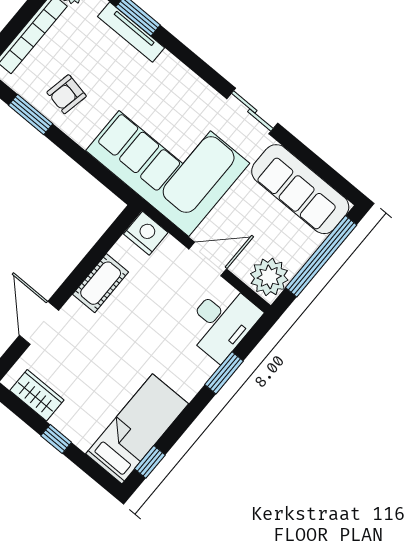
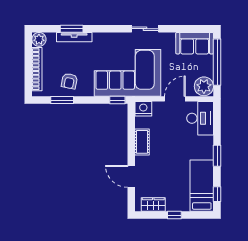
window: (117, 186) -> (117, 100), added
sofa: (300, 189) -> (195, 43), width x0.73
window: (224, 373) -> (217, 156), moved

